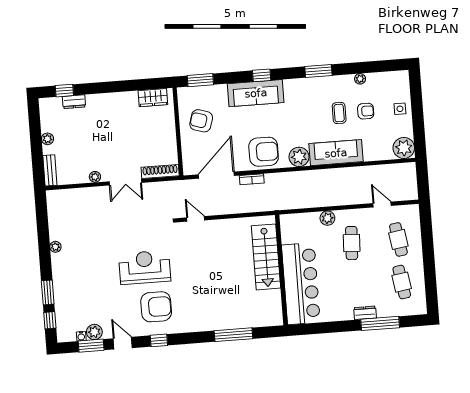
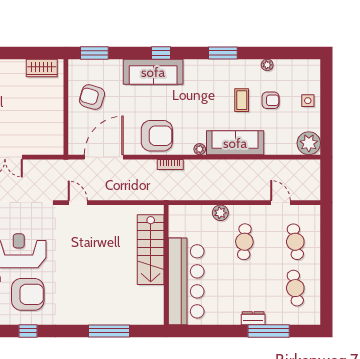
plant: (299, 157) -> (200, 149), width x0.53, depth x0.53
shoe rack: (160, 172) -> (43, 149), removed
bookcase: (252, 179) -> (170, 165), moved

